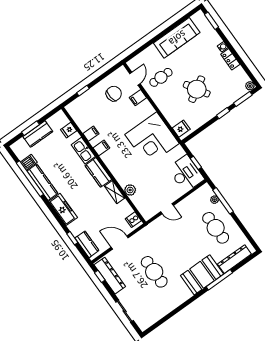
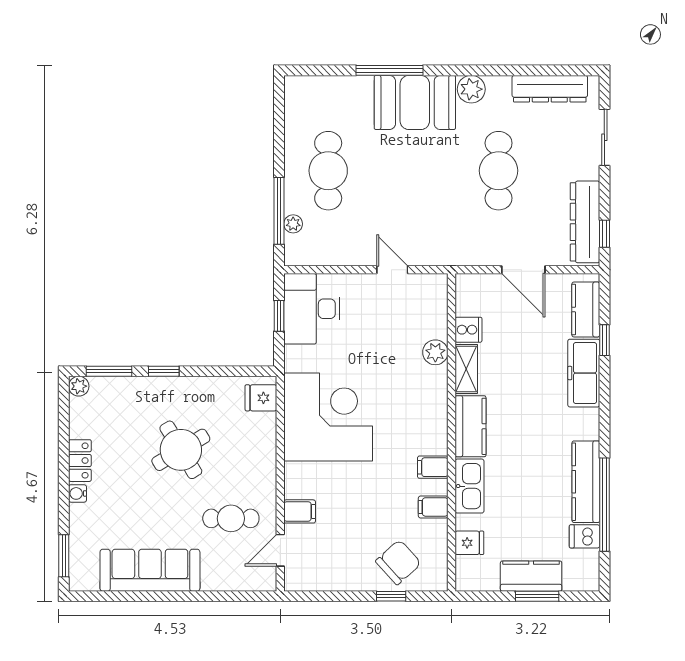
chair: (114, 94) -> (398, 562), moved, turned 144
freezer: (63, 209) -> (584, 373), moved
cooker: (133, 220) -> (469, 330), moved
dresser: (234, 259) -> (550, 89), moved
plant: (185, 294) -> (471, 89), added

